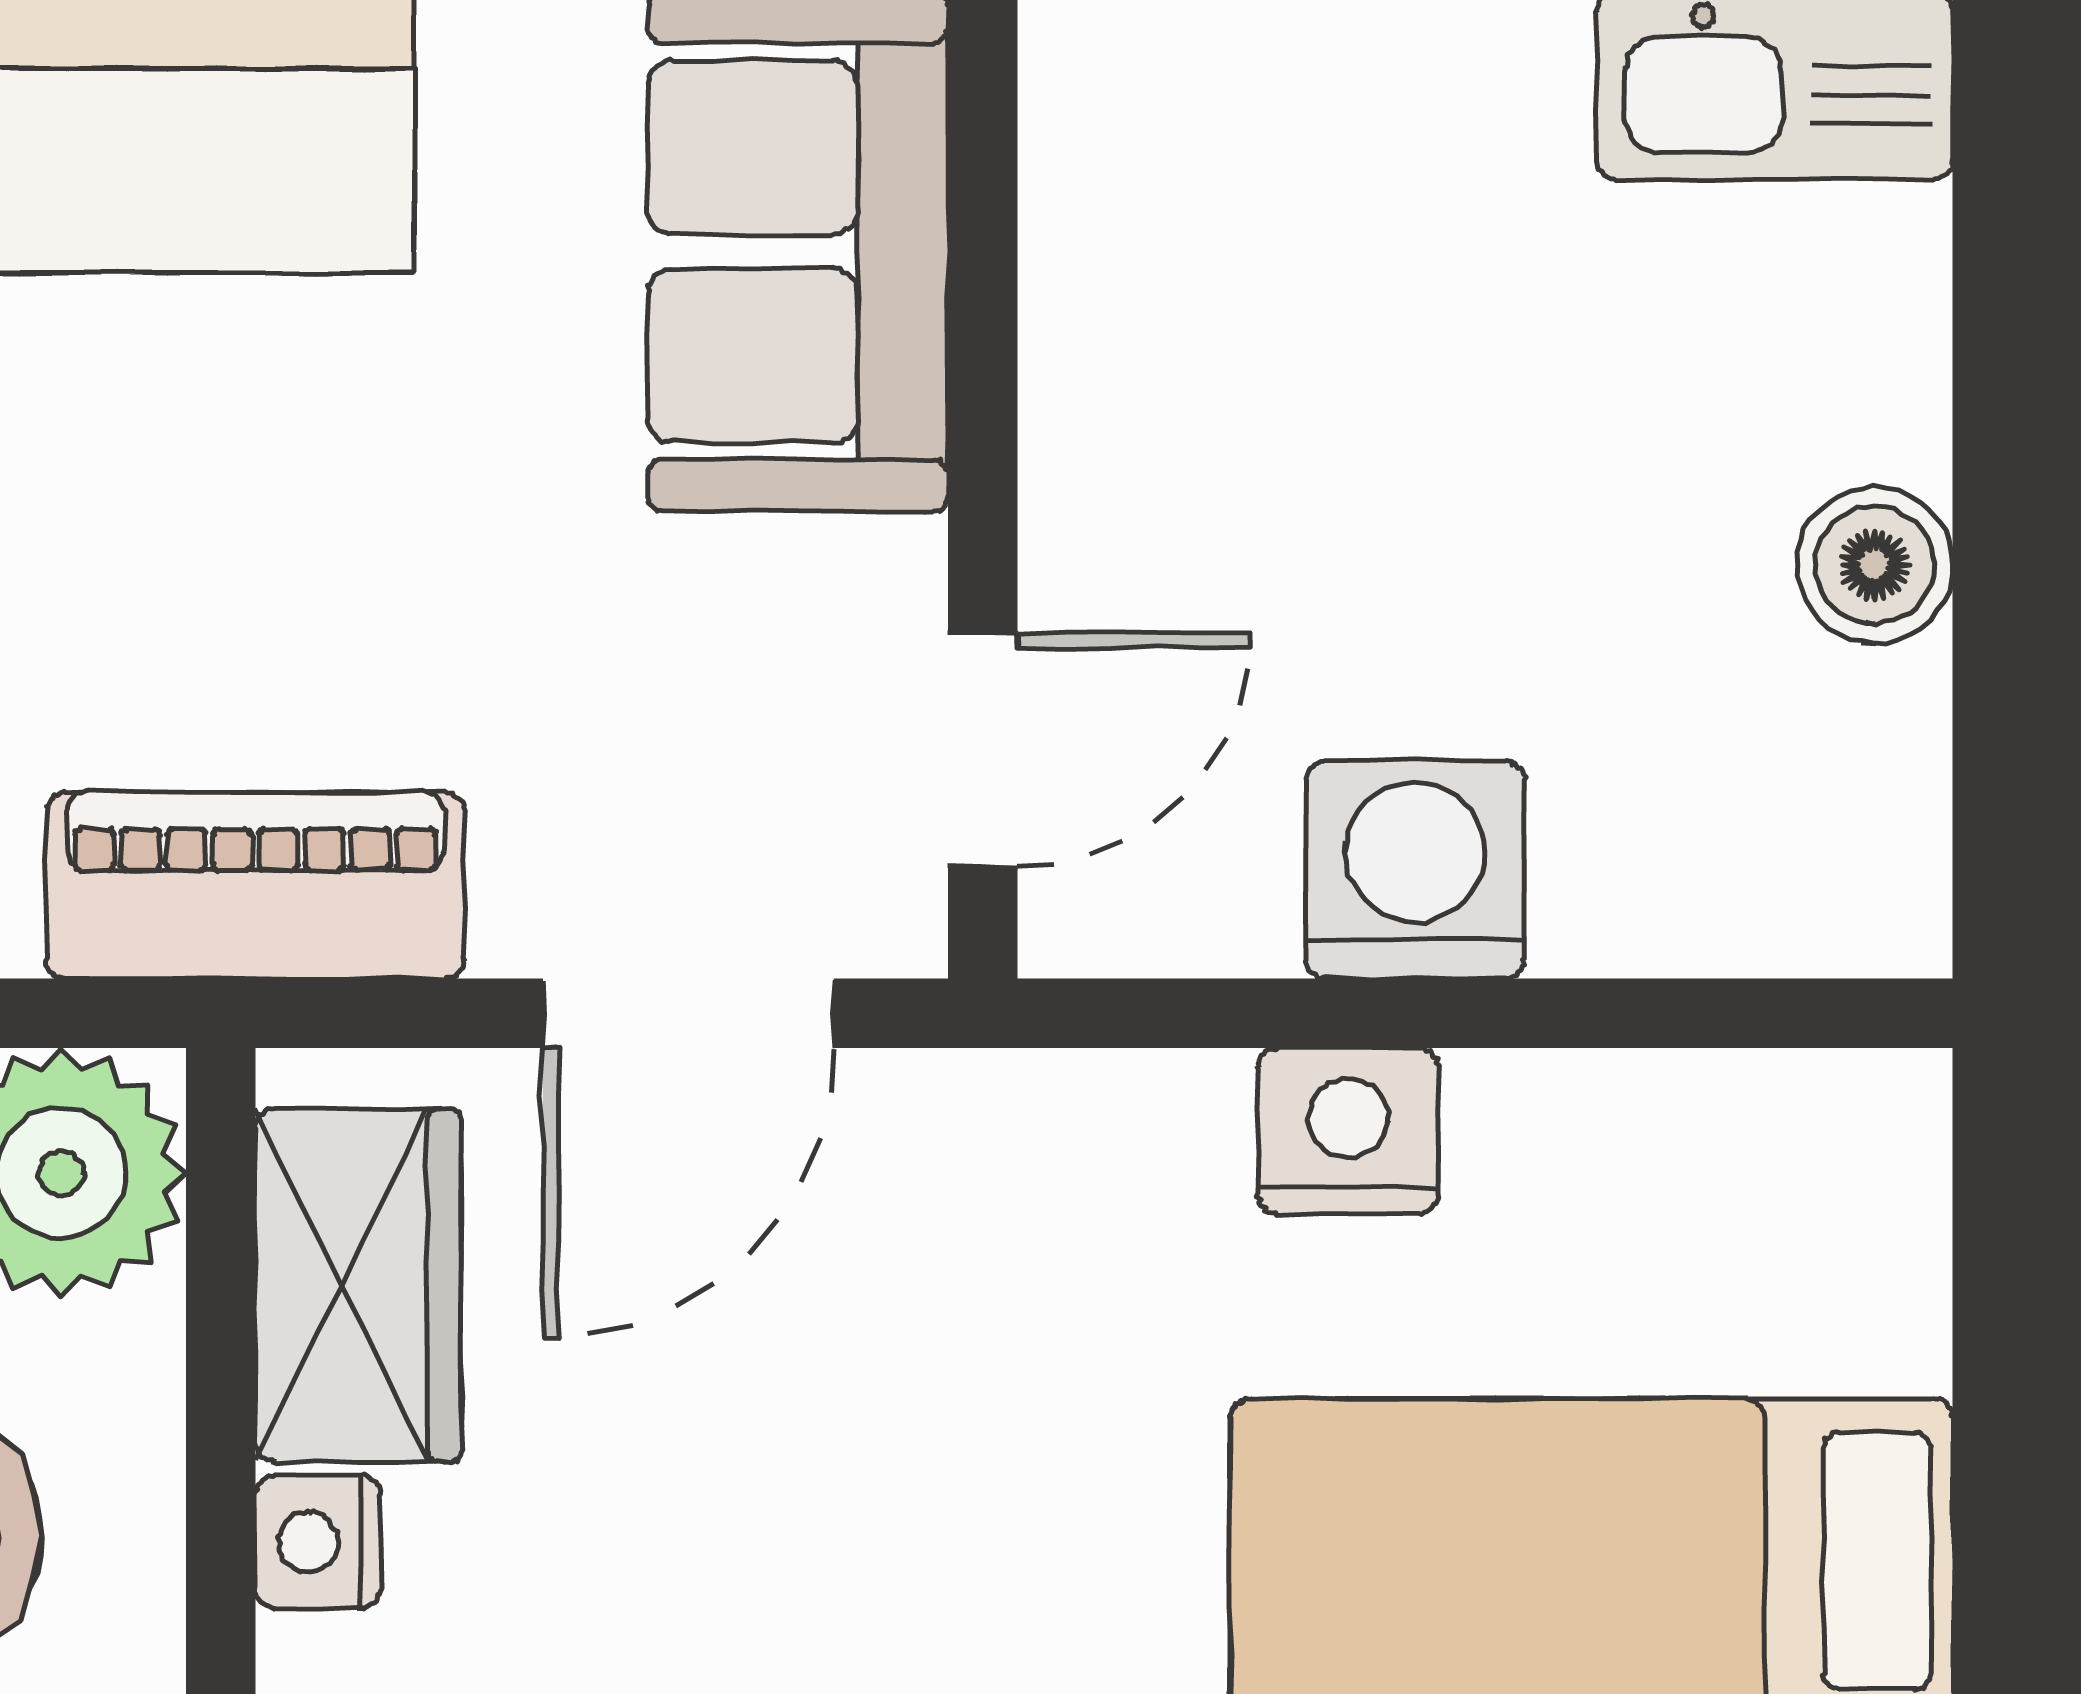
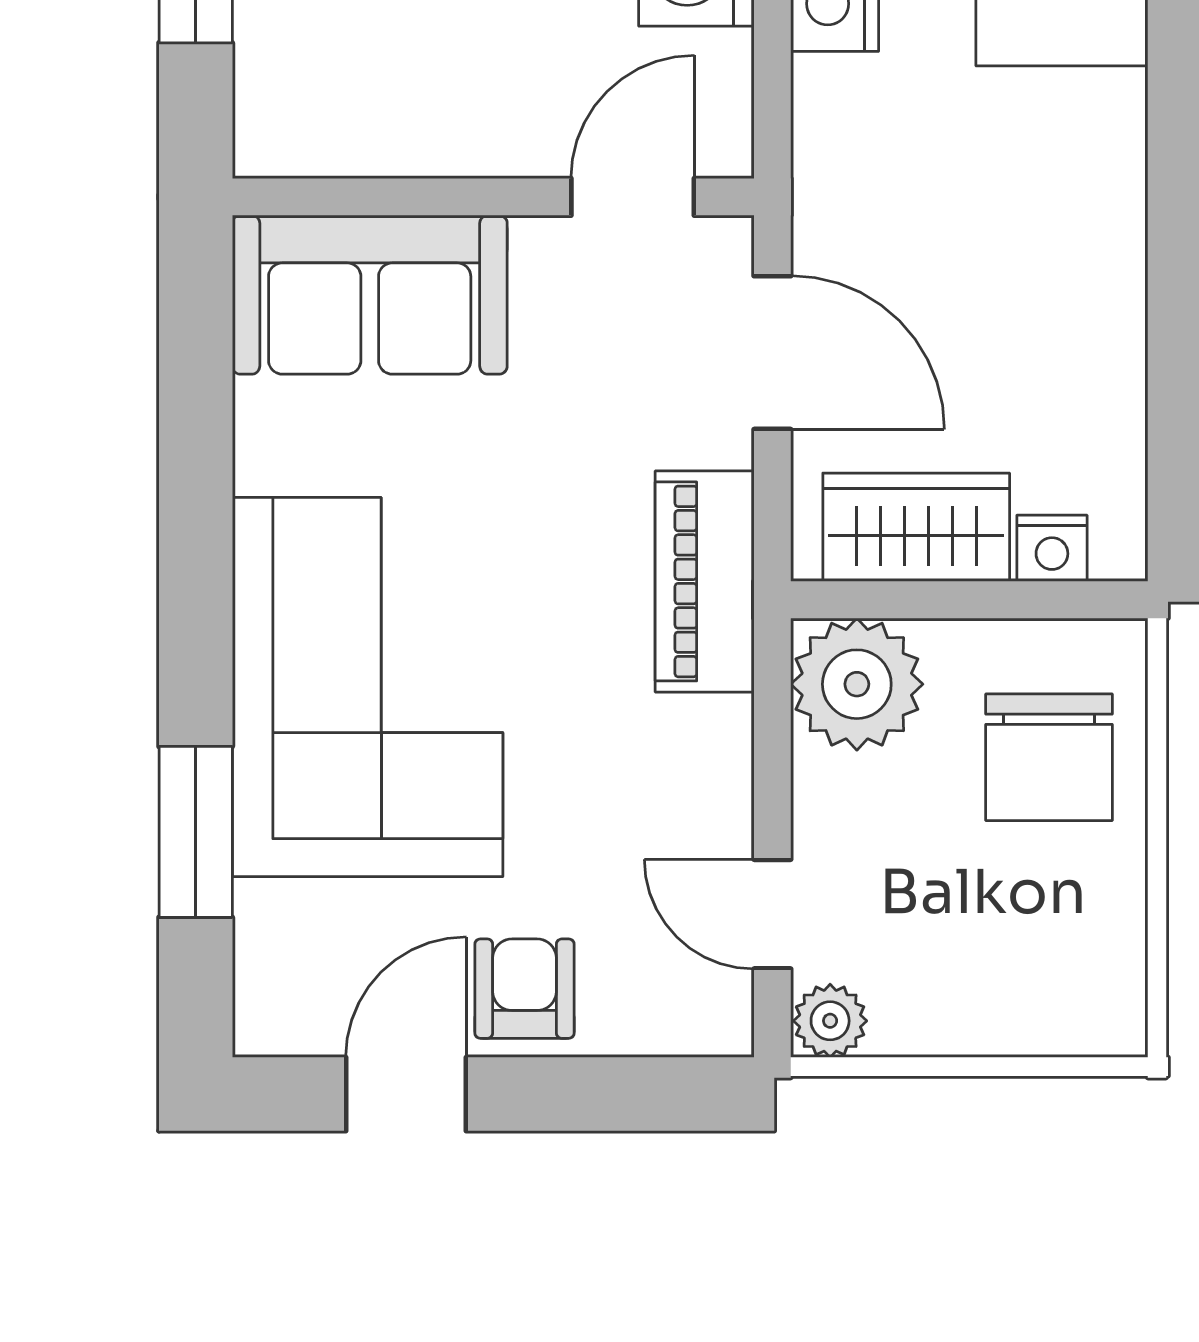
door: (983, 749) -> (633, 197), hinge flipped

